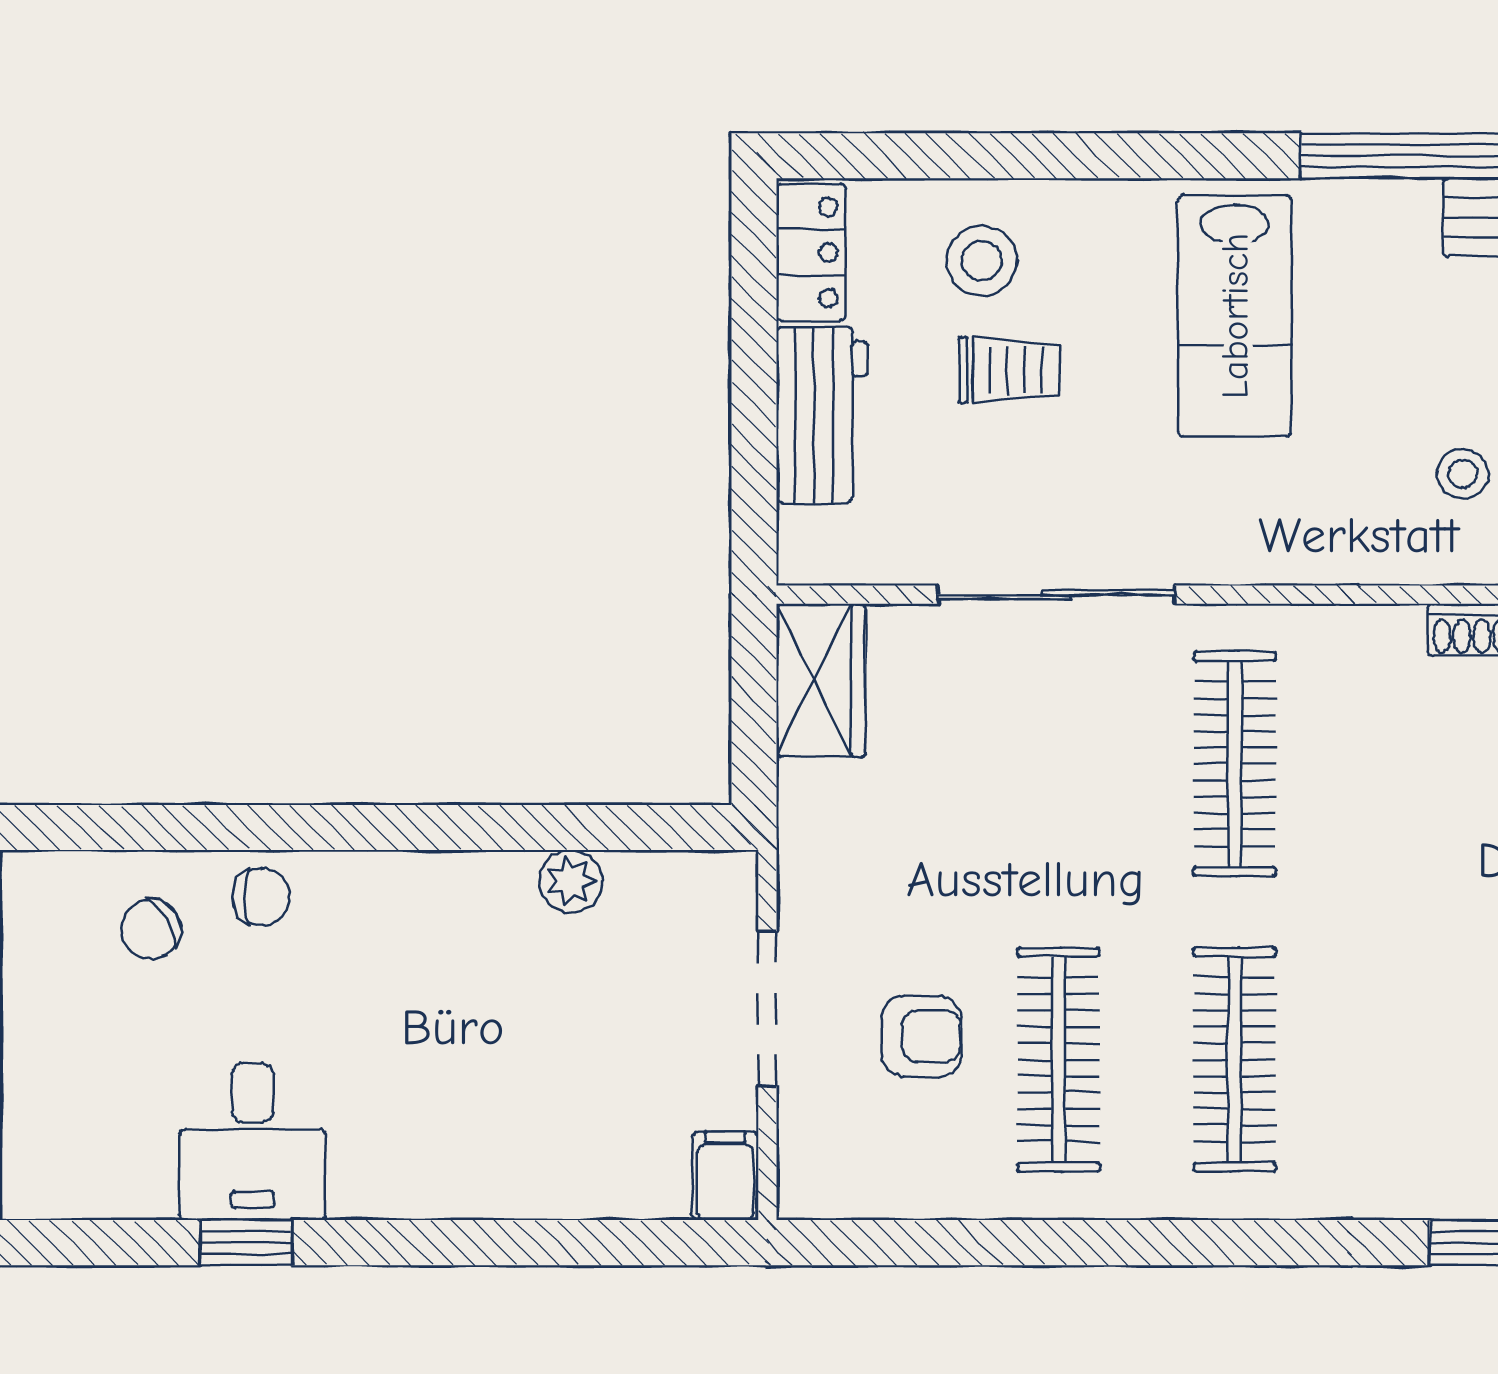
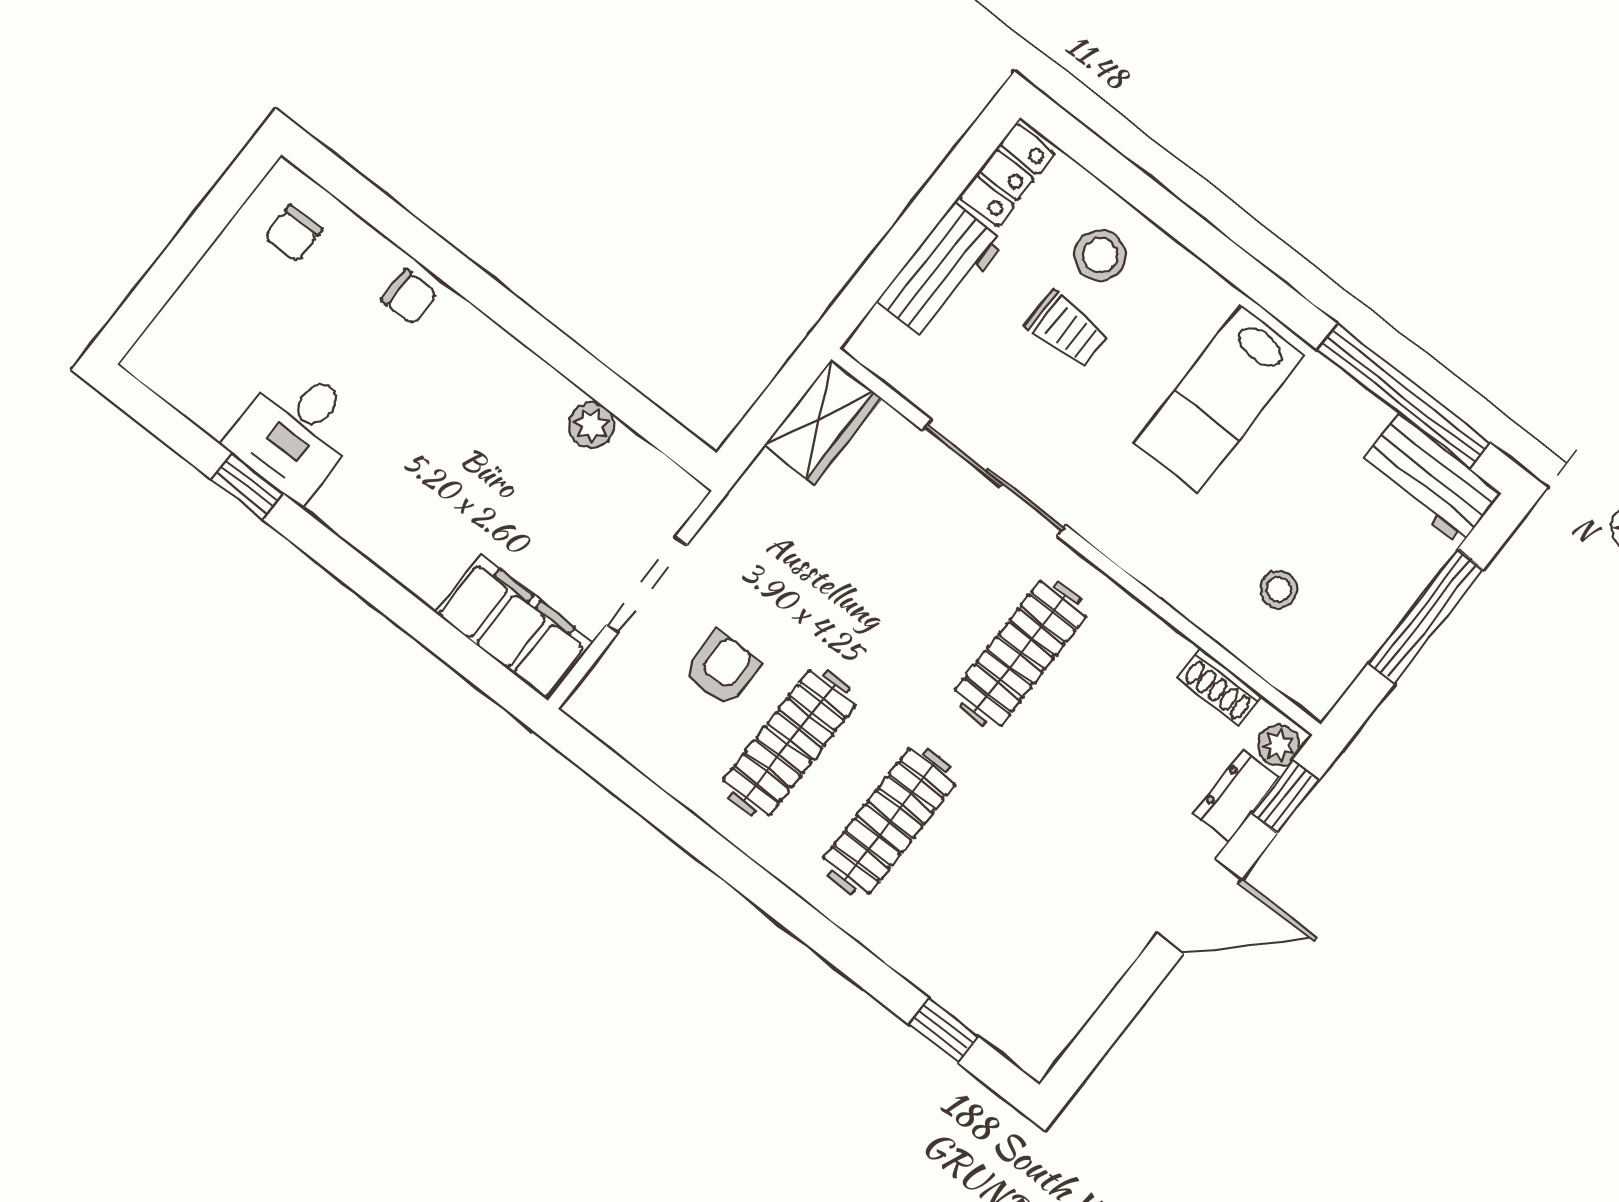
chair: (151, 929) -> (293, 233), moved, turned -58
armchair: (922, 1036) -> (722, 669), turned -90
filing cabinet: (725, 1176) -> (514, 627), width x3.00, depth x1.17

